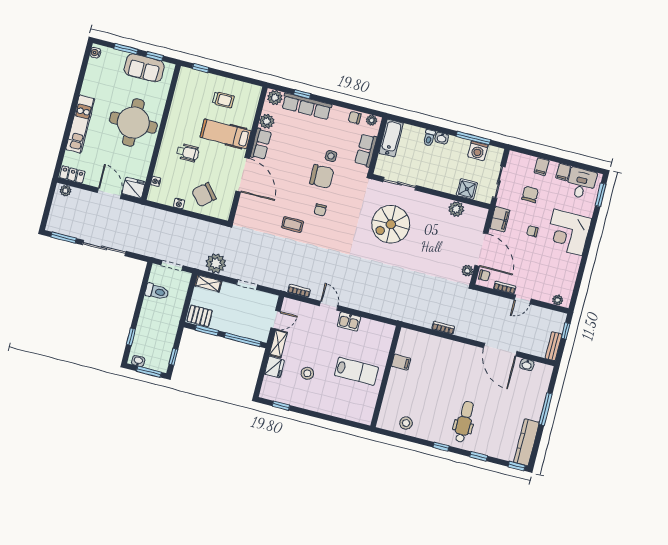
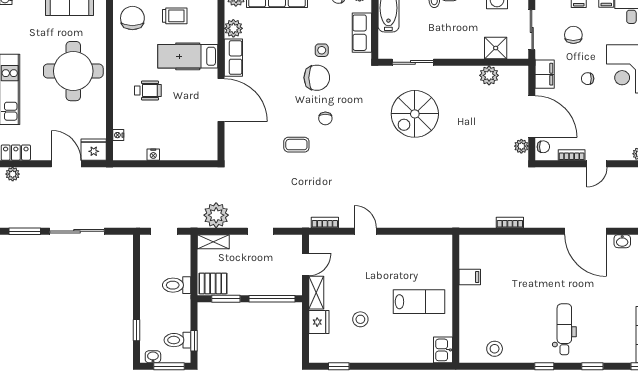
chair: (204, 195) -> (132, 18), moved, turned 130
toilet: (157, 292) -> (177, 285), moved, turned 180
kitchen sink: (349, 321) -> (443, 350), moved, turned 90
toilet: (161, 353) -> (177, 340), added

